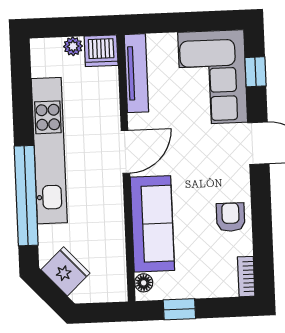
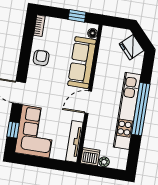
window: (26, 196) -> (141, 109), moved
armchair: (231, 217) -> (41, 58), turned 180

